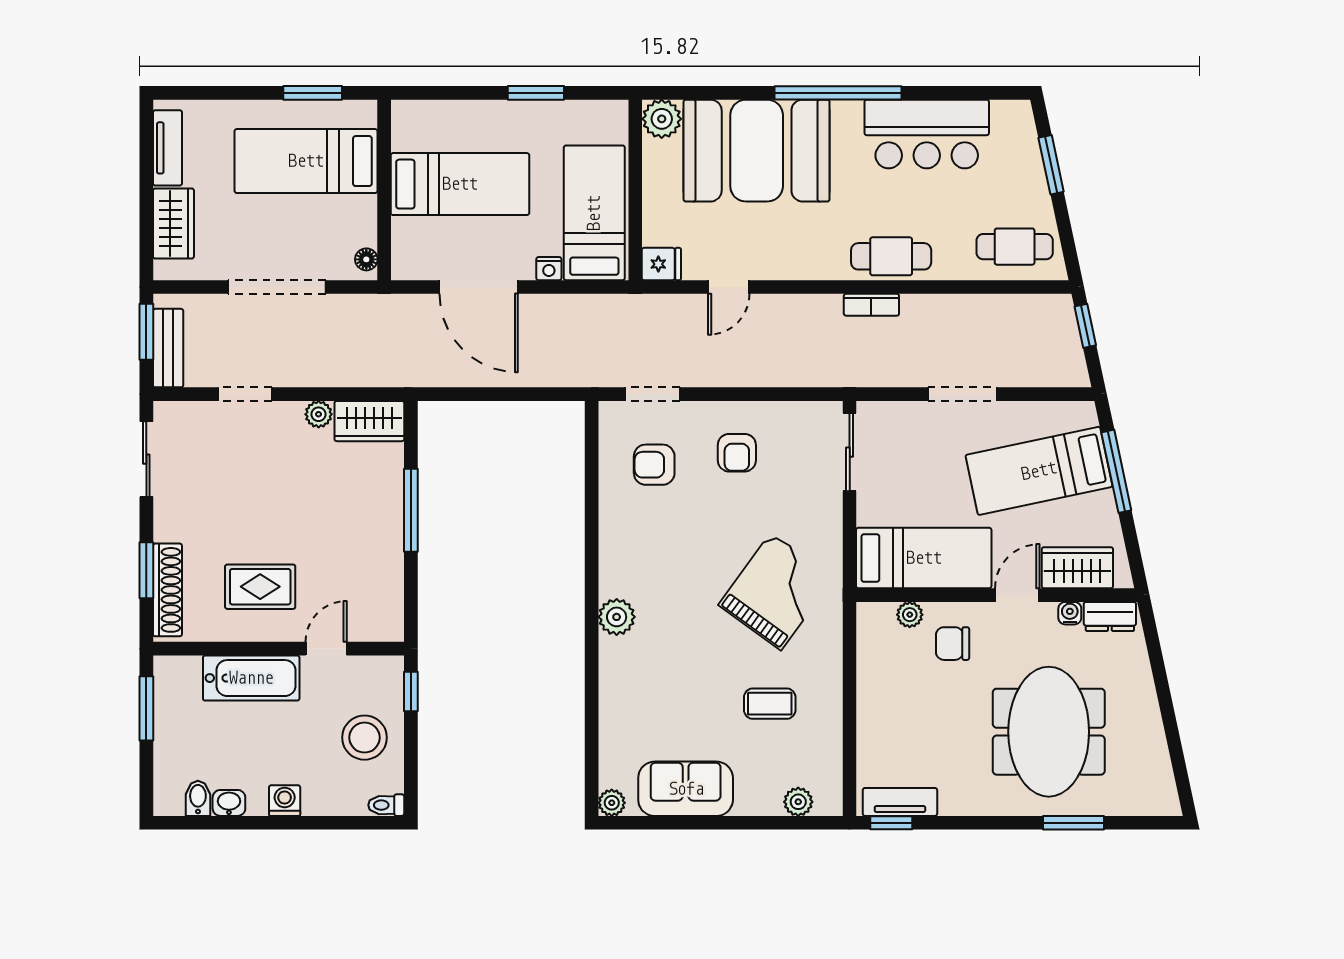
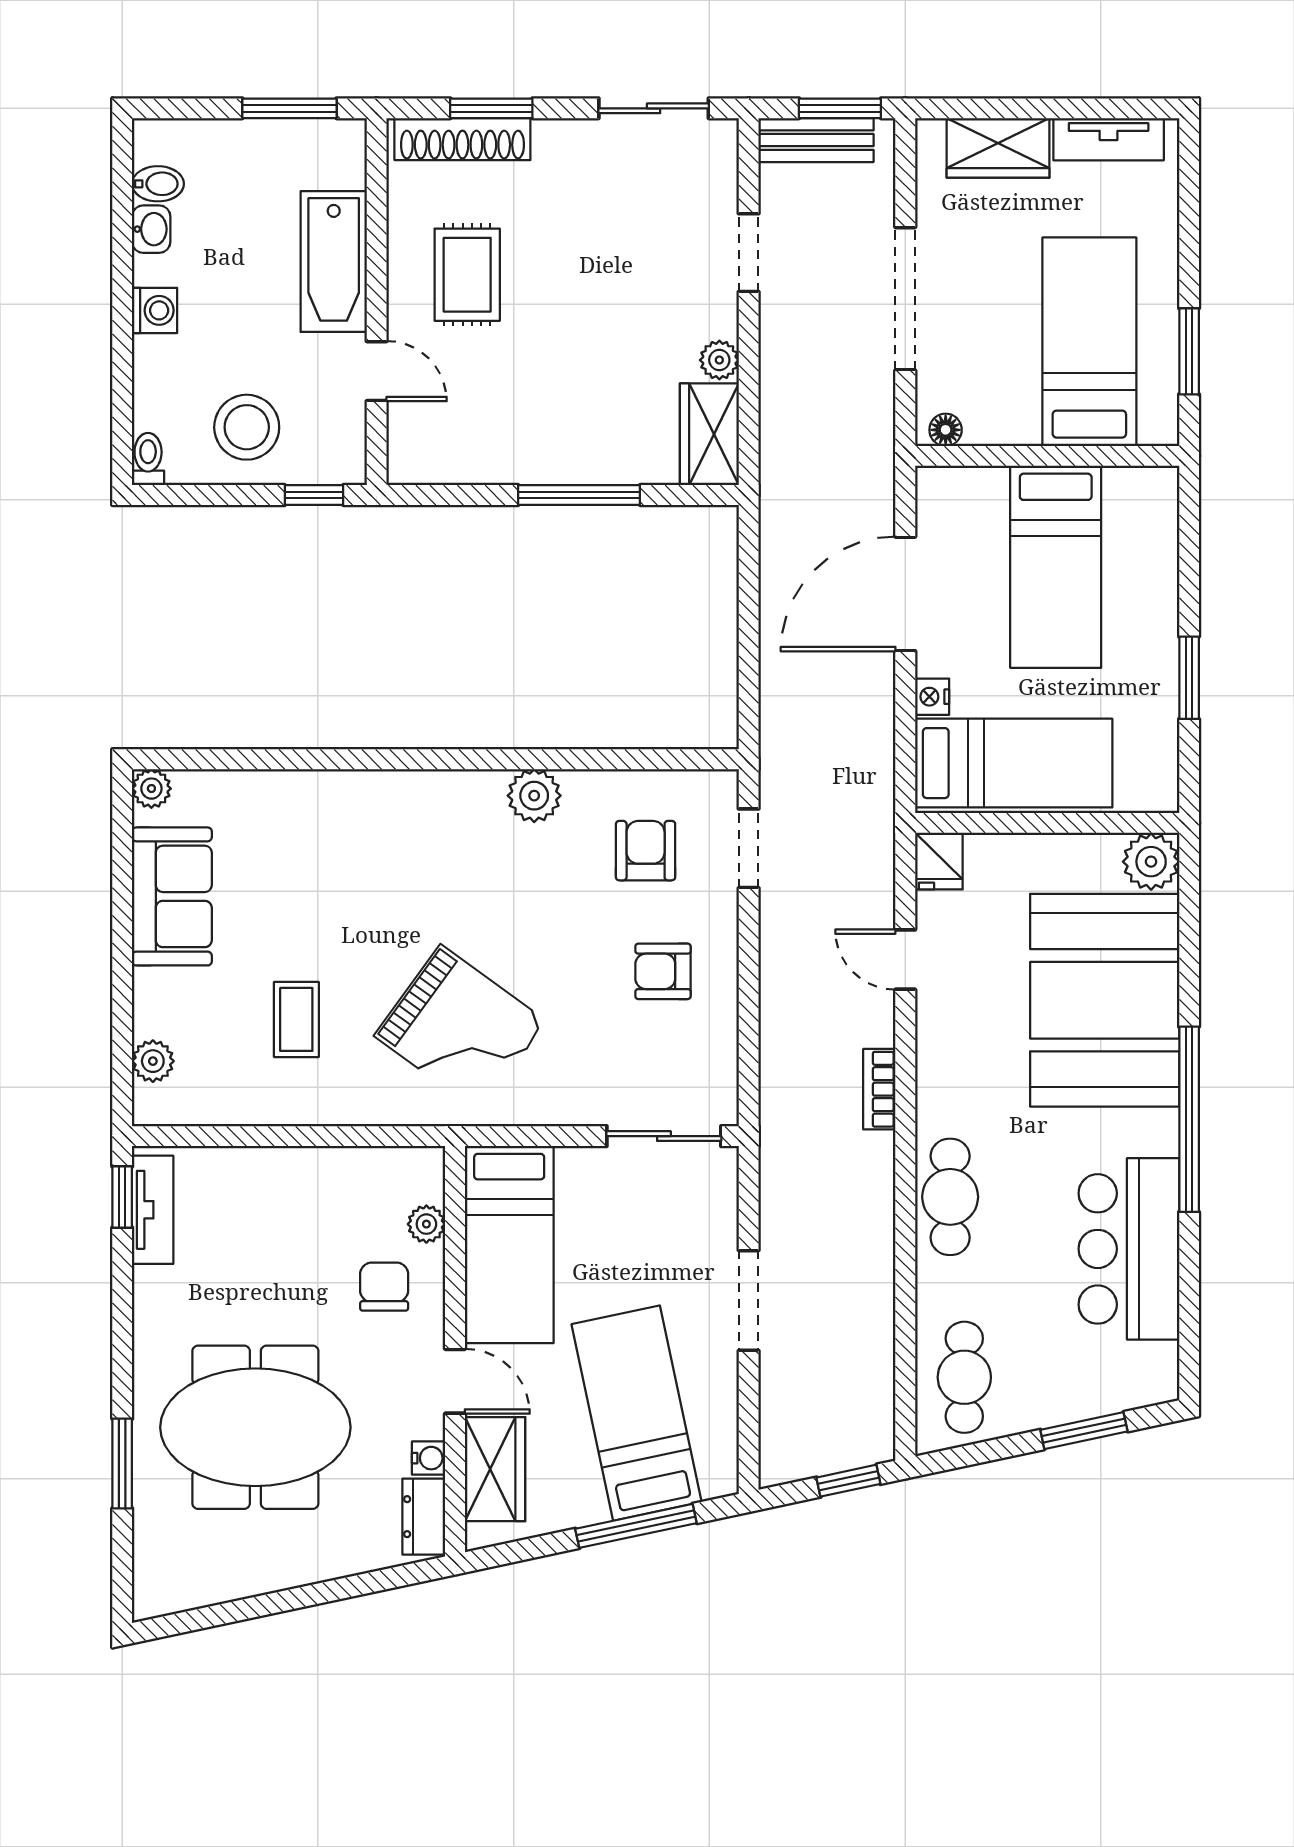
bookcase: (871, 305) -> (879, 1089), moved
plant: (617, 617) -> (534, 796), moved

